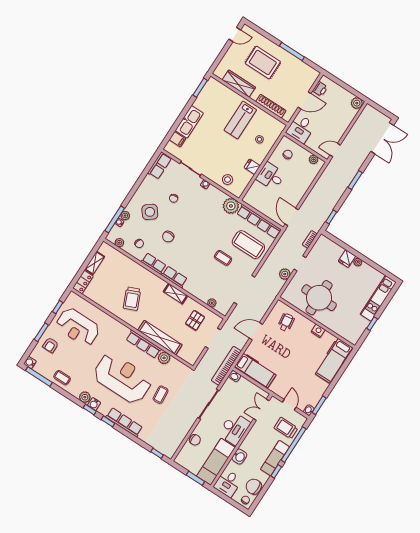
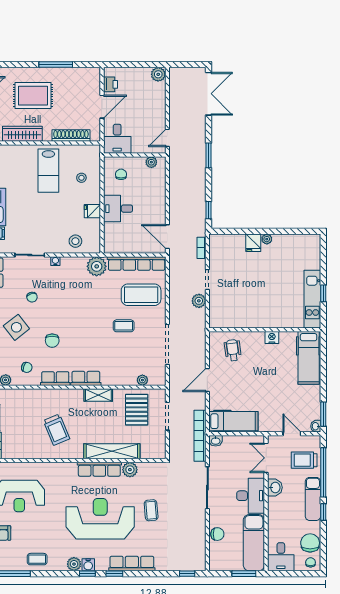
round table: (319, 298) -> (250, 302), removed
kitchen unit: (378, 298) -> (312, 299), moved
pallet: (195, 320) -> (137, 410), width x1.50, depth x1.42
washbasin: (239, 457) -> (275, 487), moved
chair: (254, 487) -> (310, 543), turned 90

